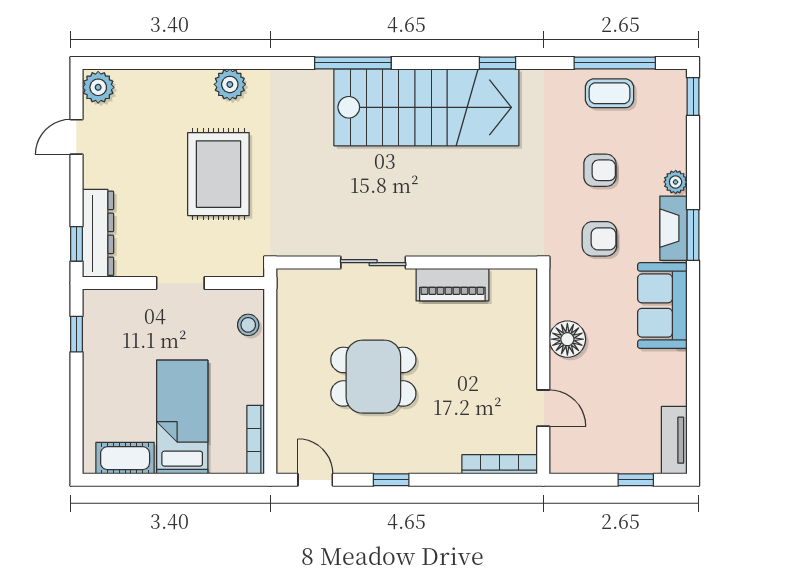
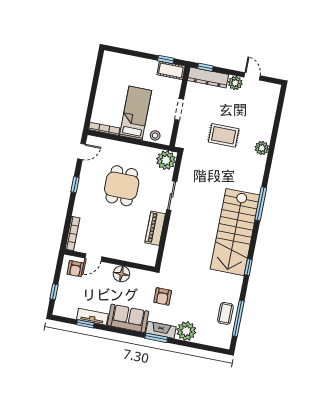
plant: (98, 87) -> (235, 83), moved
window: (693, 96) -> (85, 324), moved
armchair: (600, 170) -> (75, 269), moved
rug: (218, 174) -> (224, 135), width x0.73, depth x0.70
plant: (676, 182) -> (186, 331), width x1.88, depth x1.88
plant: (298, 290) -> (166, 160), added
bed: (182, 417) -> (136, 113), moved, turned -90
tv unit: (674, 440) -> (92, 317), moved
cot: (125, 458) -> (171, 70), moved, turned 90

